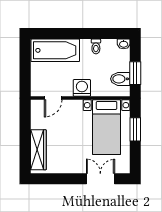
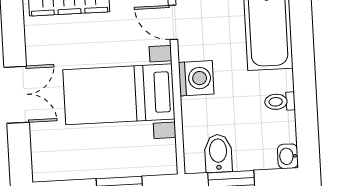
bed with nightstands: (107, 127) -> (119, 94), moved
double door: (100, 179) -> (17, 95), moved

